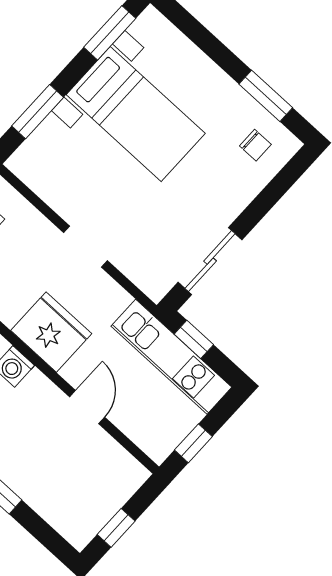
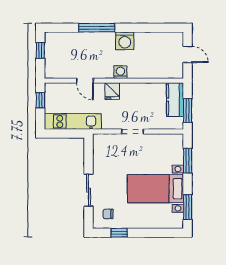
window: (266, 96) -> (119, 233), width x0.67
sliding door: (210, 261) -> (89, 190), moved
fridge: (51, 332) -> (112, 91), width x0.53, depth x0.75
window: (194, 339) -> (71, 134), removed

